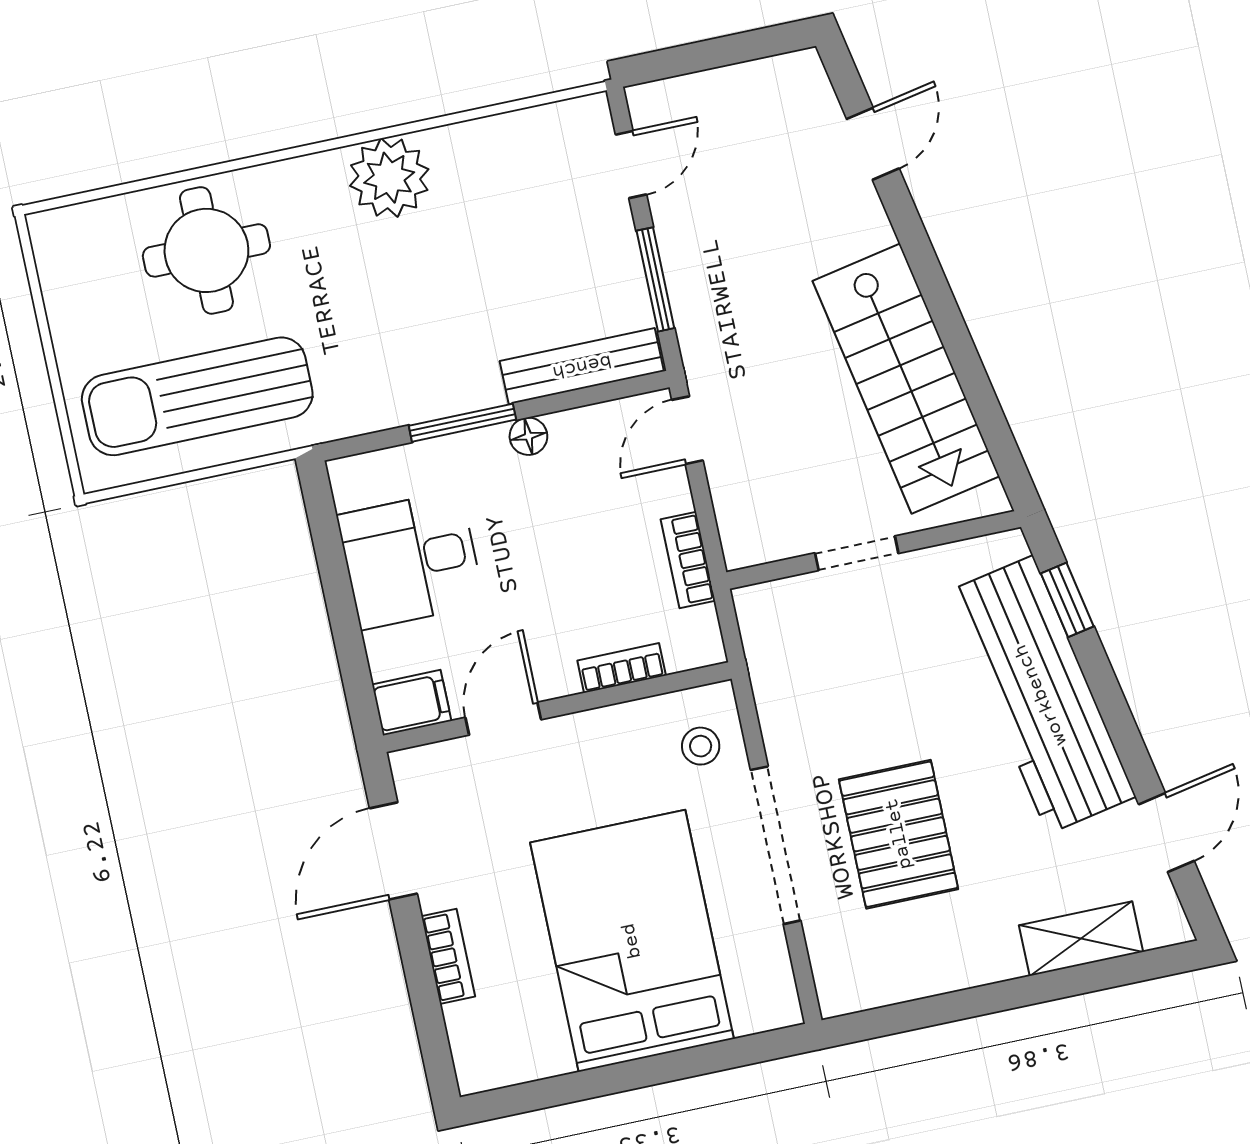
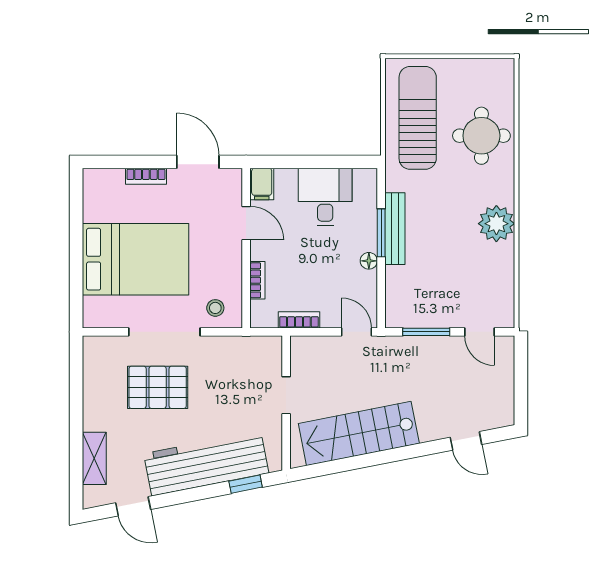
bench: (582, 366) -> (395, 229), moved

